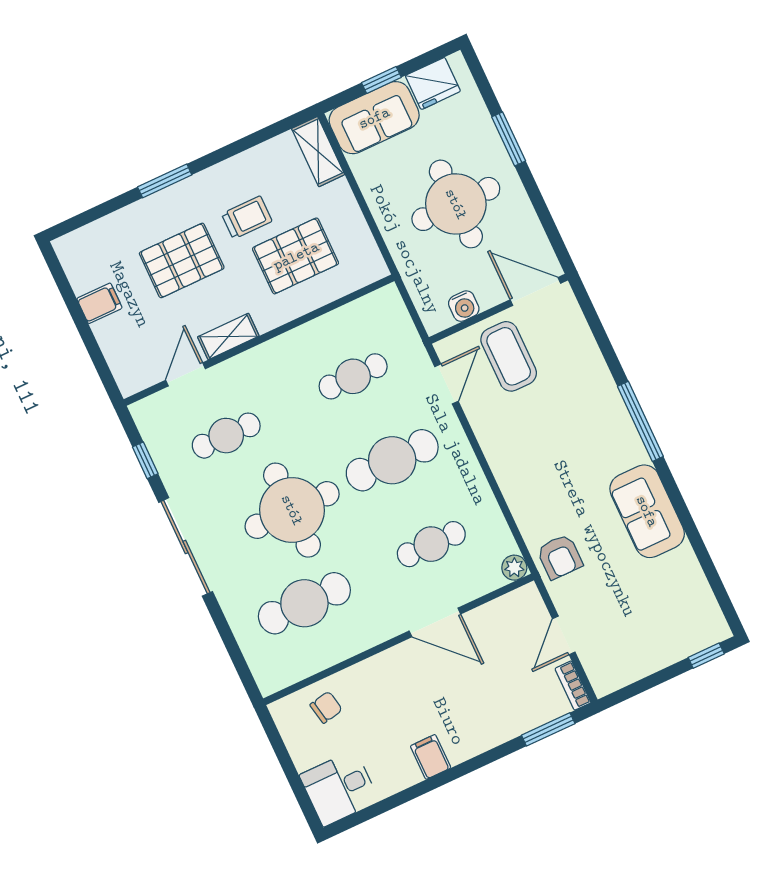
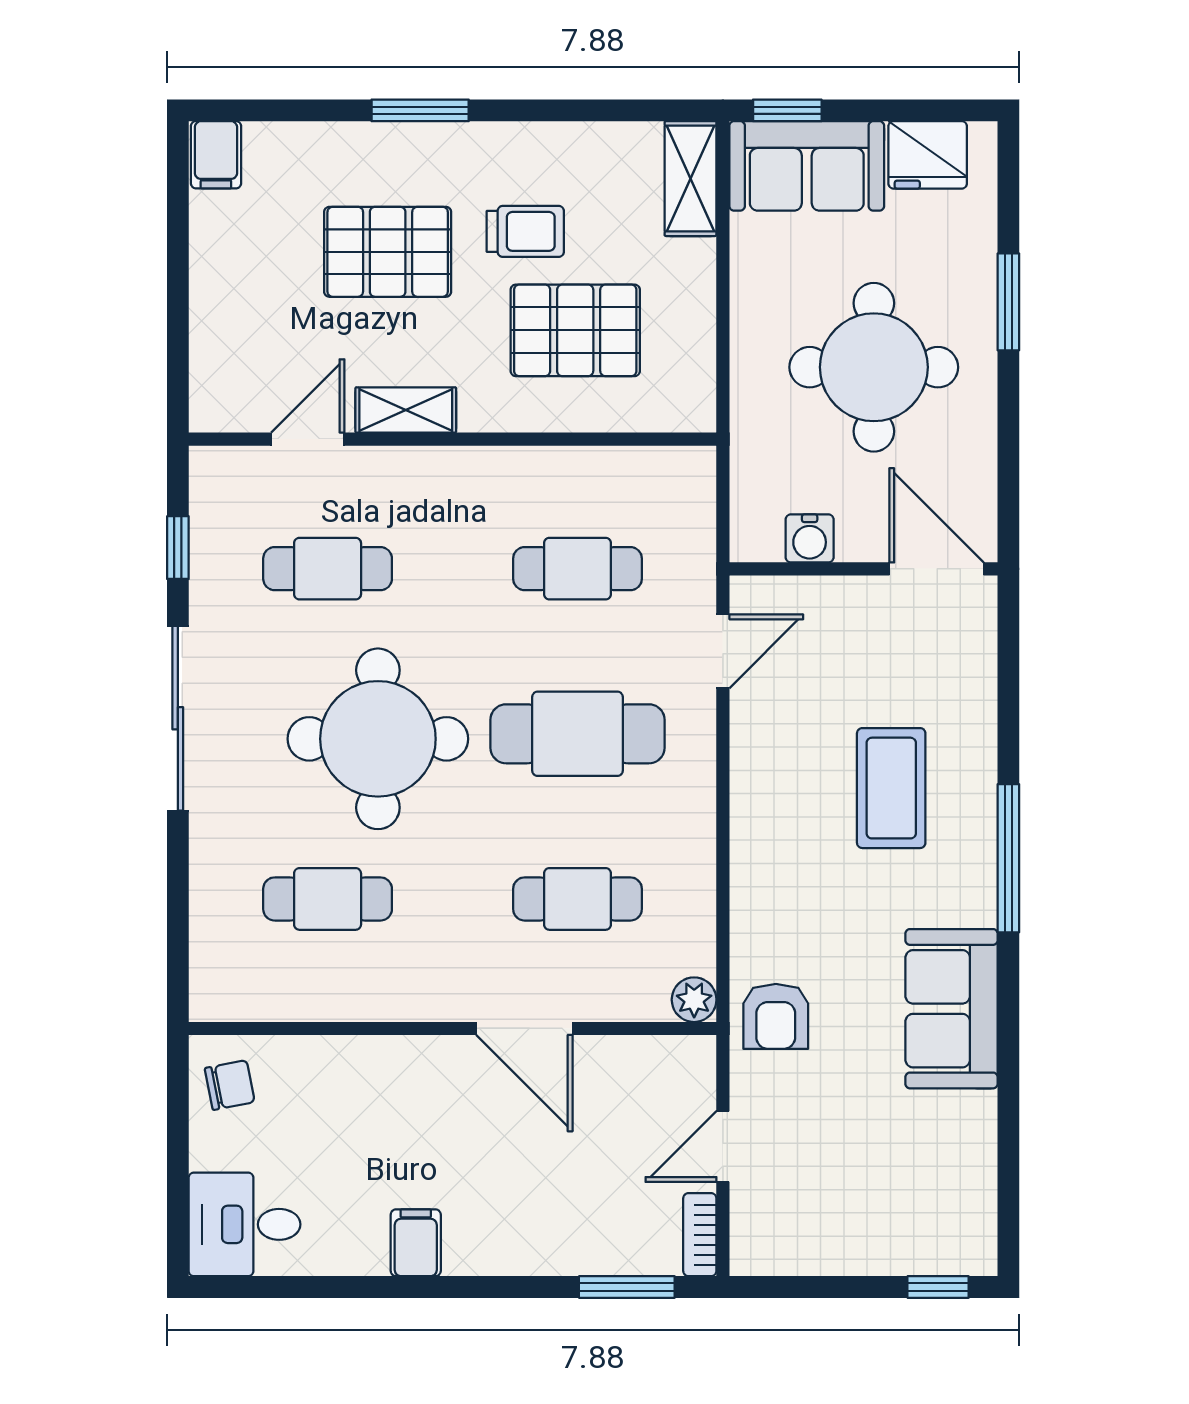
window: (381, 80) -> (787, 110), moved
filing cabinet: (99, 303) -> (216, 155), moved, turned 90
coffee table: (509, 356) -> (891, 788), moved
cafe table: (304, 603) -> (328, 899), width x0.73, depth x0.74
chair: (326, 707) -> (230, 1085), moved

